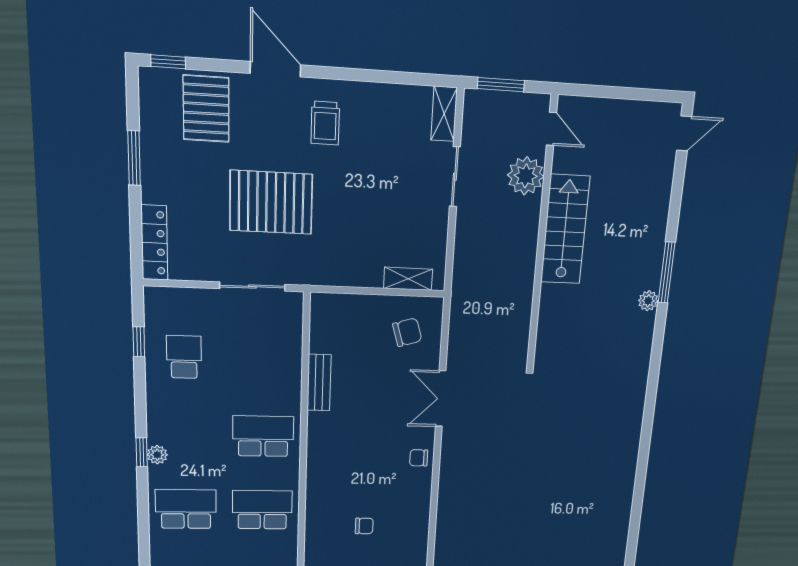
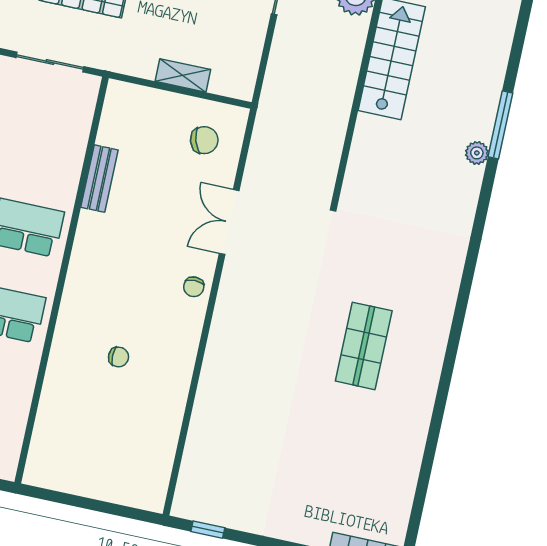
shelving: (408, 279) -> (183, 75), moved
chair: (419, 458) -> (194, 287), turned -90
shop shelf: (569, 478) -> (364, 346), added

